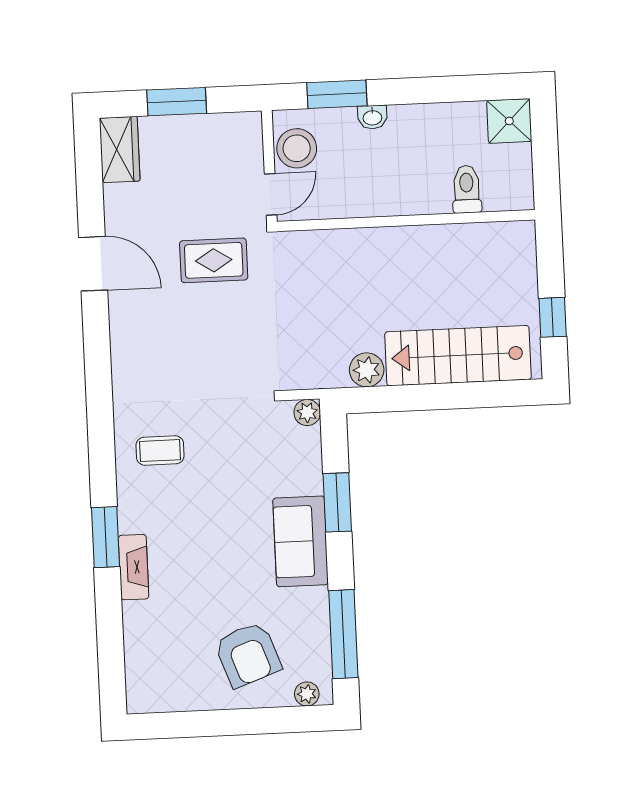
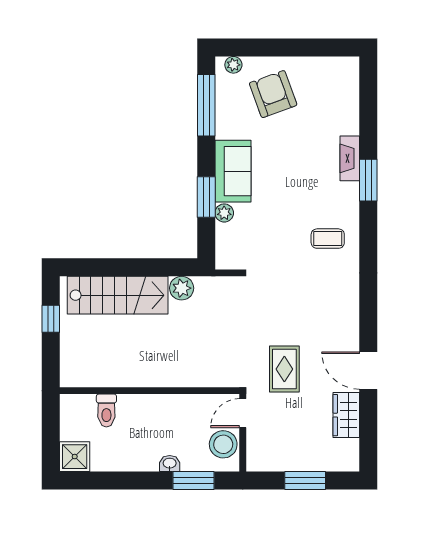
wardrobe: (120, 150) -> (346, 415), moved
rug: (214, 260) -> (284, 369), turned 90
plant: (307, 413) -> (224, 213), moved

